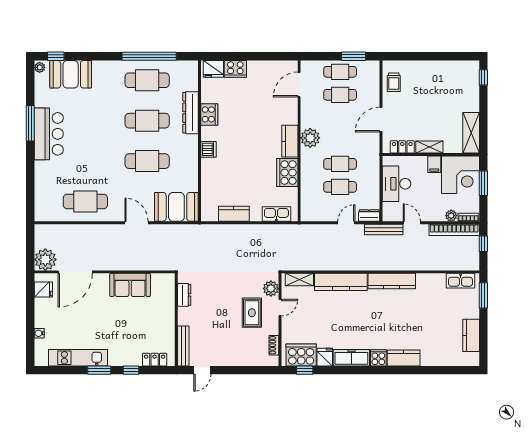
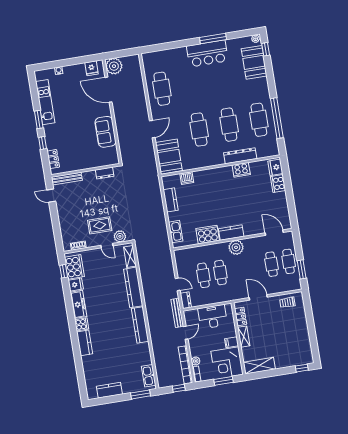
dishwasher: (208, 149) -> (187, 178), moved

